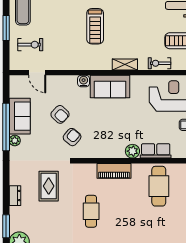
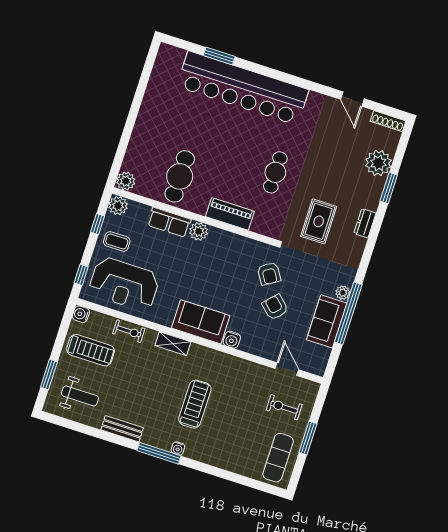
armchair: (72, 137) -> (269, 274), turned -72

